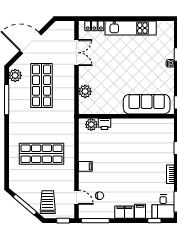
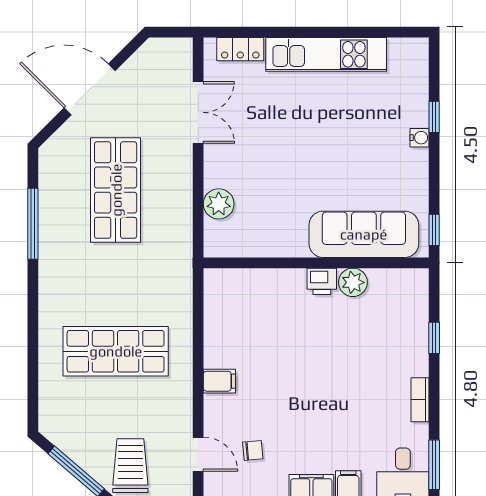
plant: (15, 75) -> (53, 166), removed
printer: (105, 124) -> (322, 281), moved
plant: (91, 125) -> (353, 282), moved

